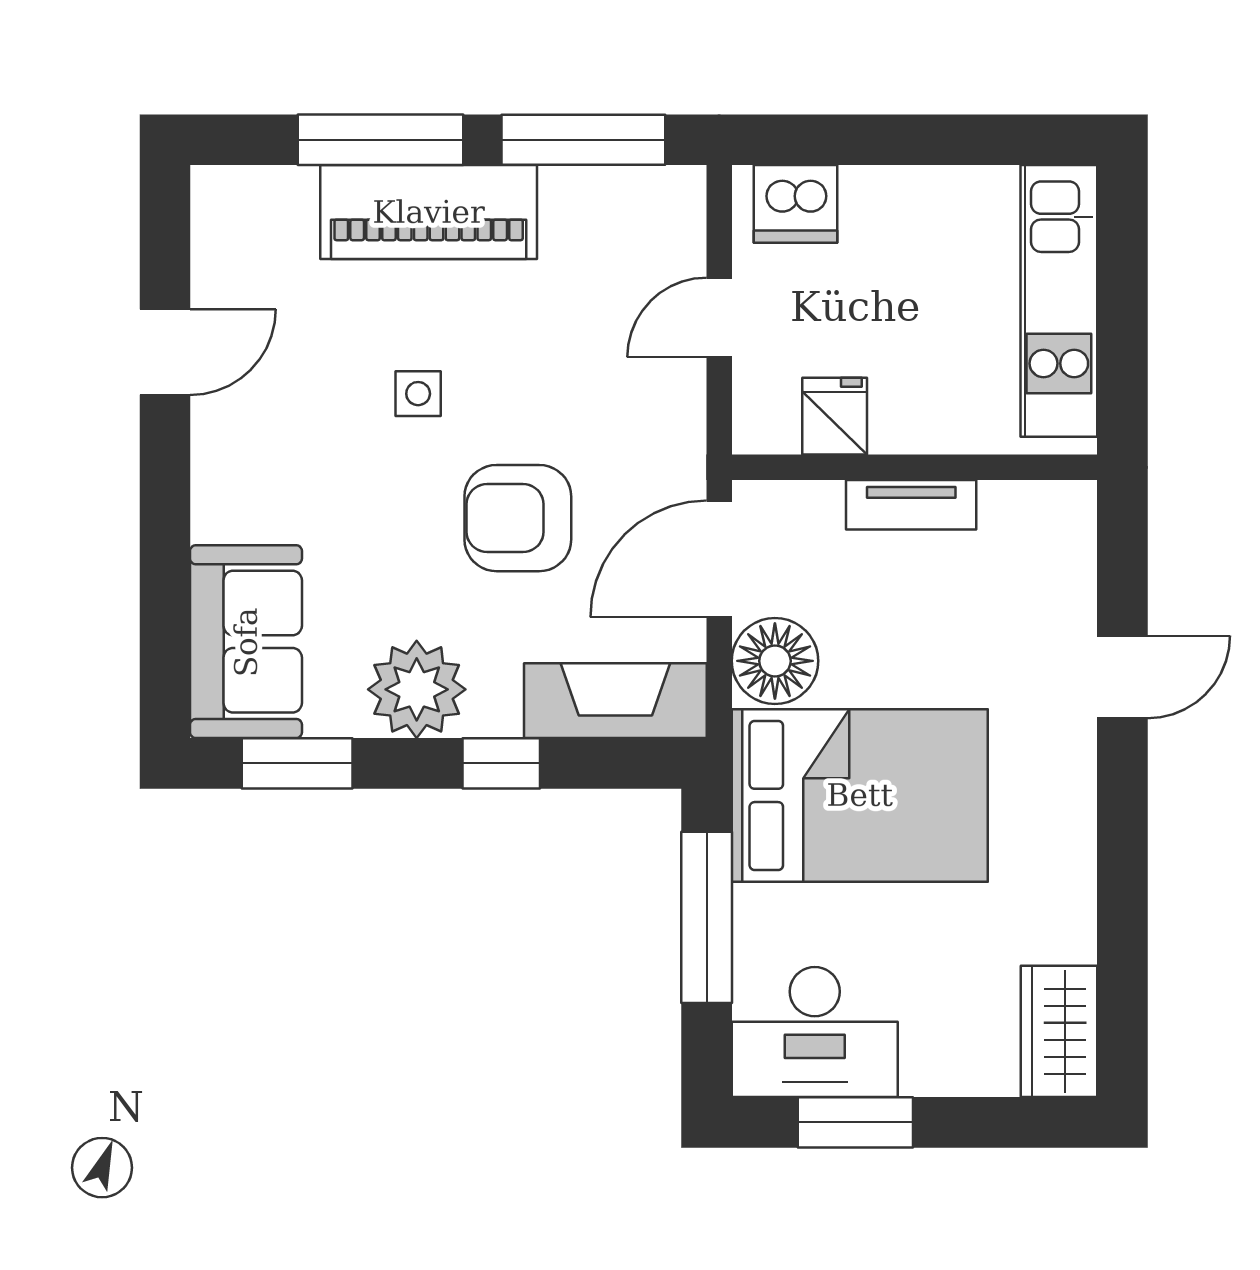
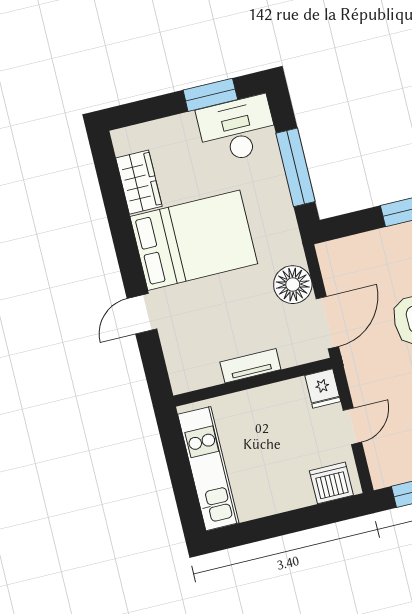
fridge: (835, 416) -> (323, 389), moved
fireplace: (615, 701) -> (357, 251), removed
bed: (860, 795) -> (194, 240), moved, turned 180
wardrobe: (1059, 1031) -> (139, 182), moved

